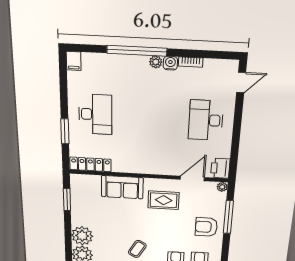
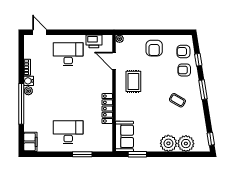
filing cabinet: (74, 61) -> (30, 142), width x2.00
desk: (206, 120) -> (68, 54), turned 180
locker: (90, 164) -> (107, 109), moved
printer: (220, 168) -> (94, 41), moved
sofa: (122, 187) -> (124, 136), moved
window: (228, 217) -> (145, 32), removed

